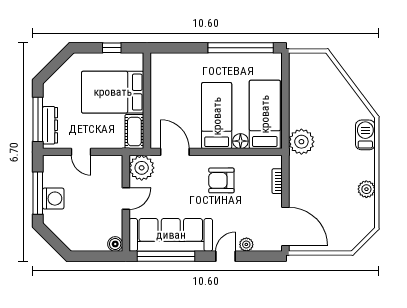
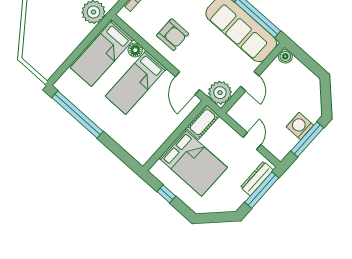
door: (126, 199) -> (250, 81), swing flipped

